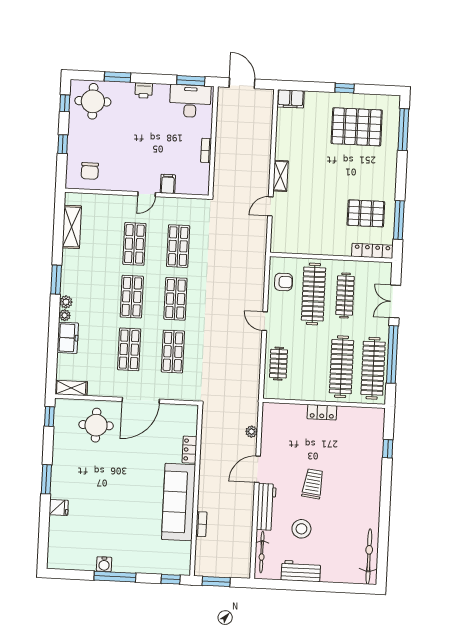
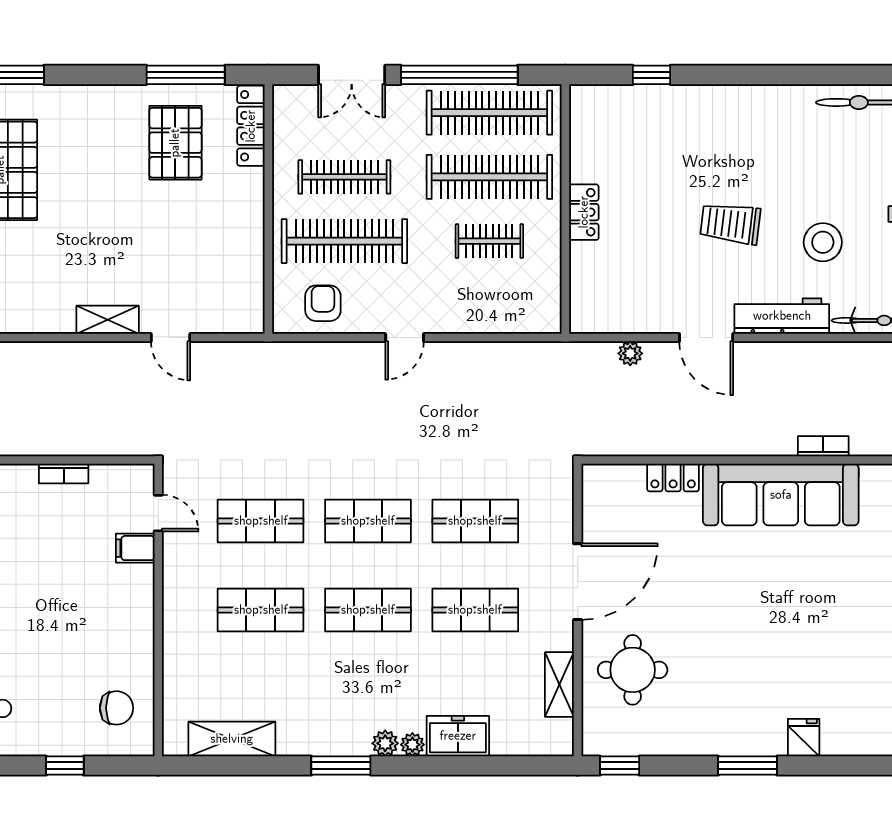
door: (147, 194) -> (158, 513), moved
clothes rail: (278, 364) -> (489, 241), moved
shelving: (71, 388) -> (559, 685), moved
door: (141, 400) -> (578, 582), hinge flipped

